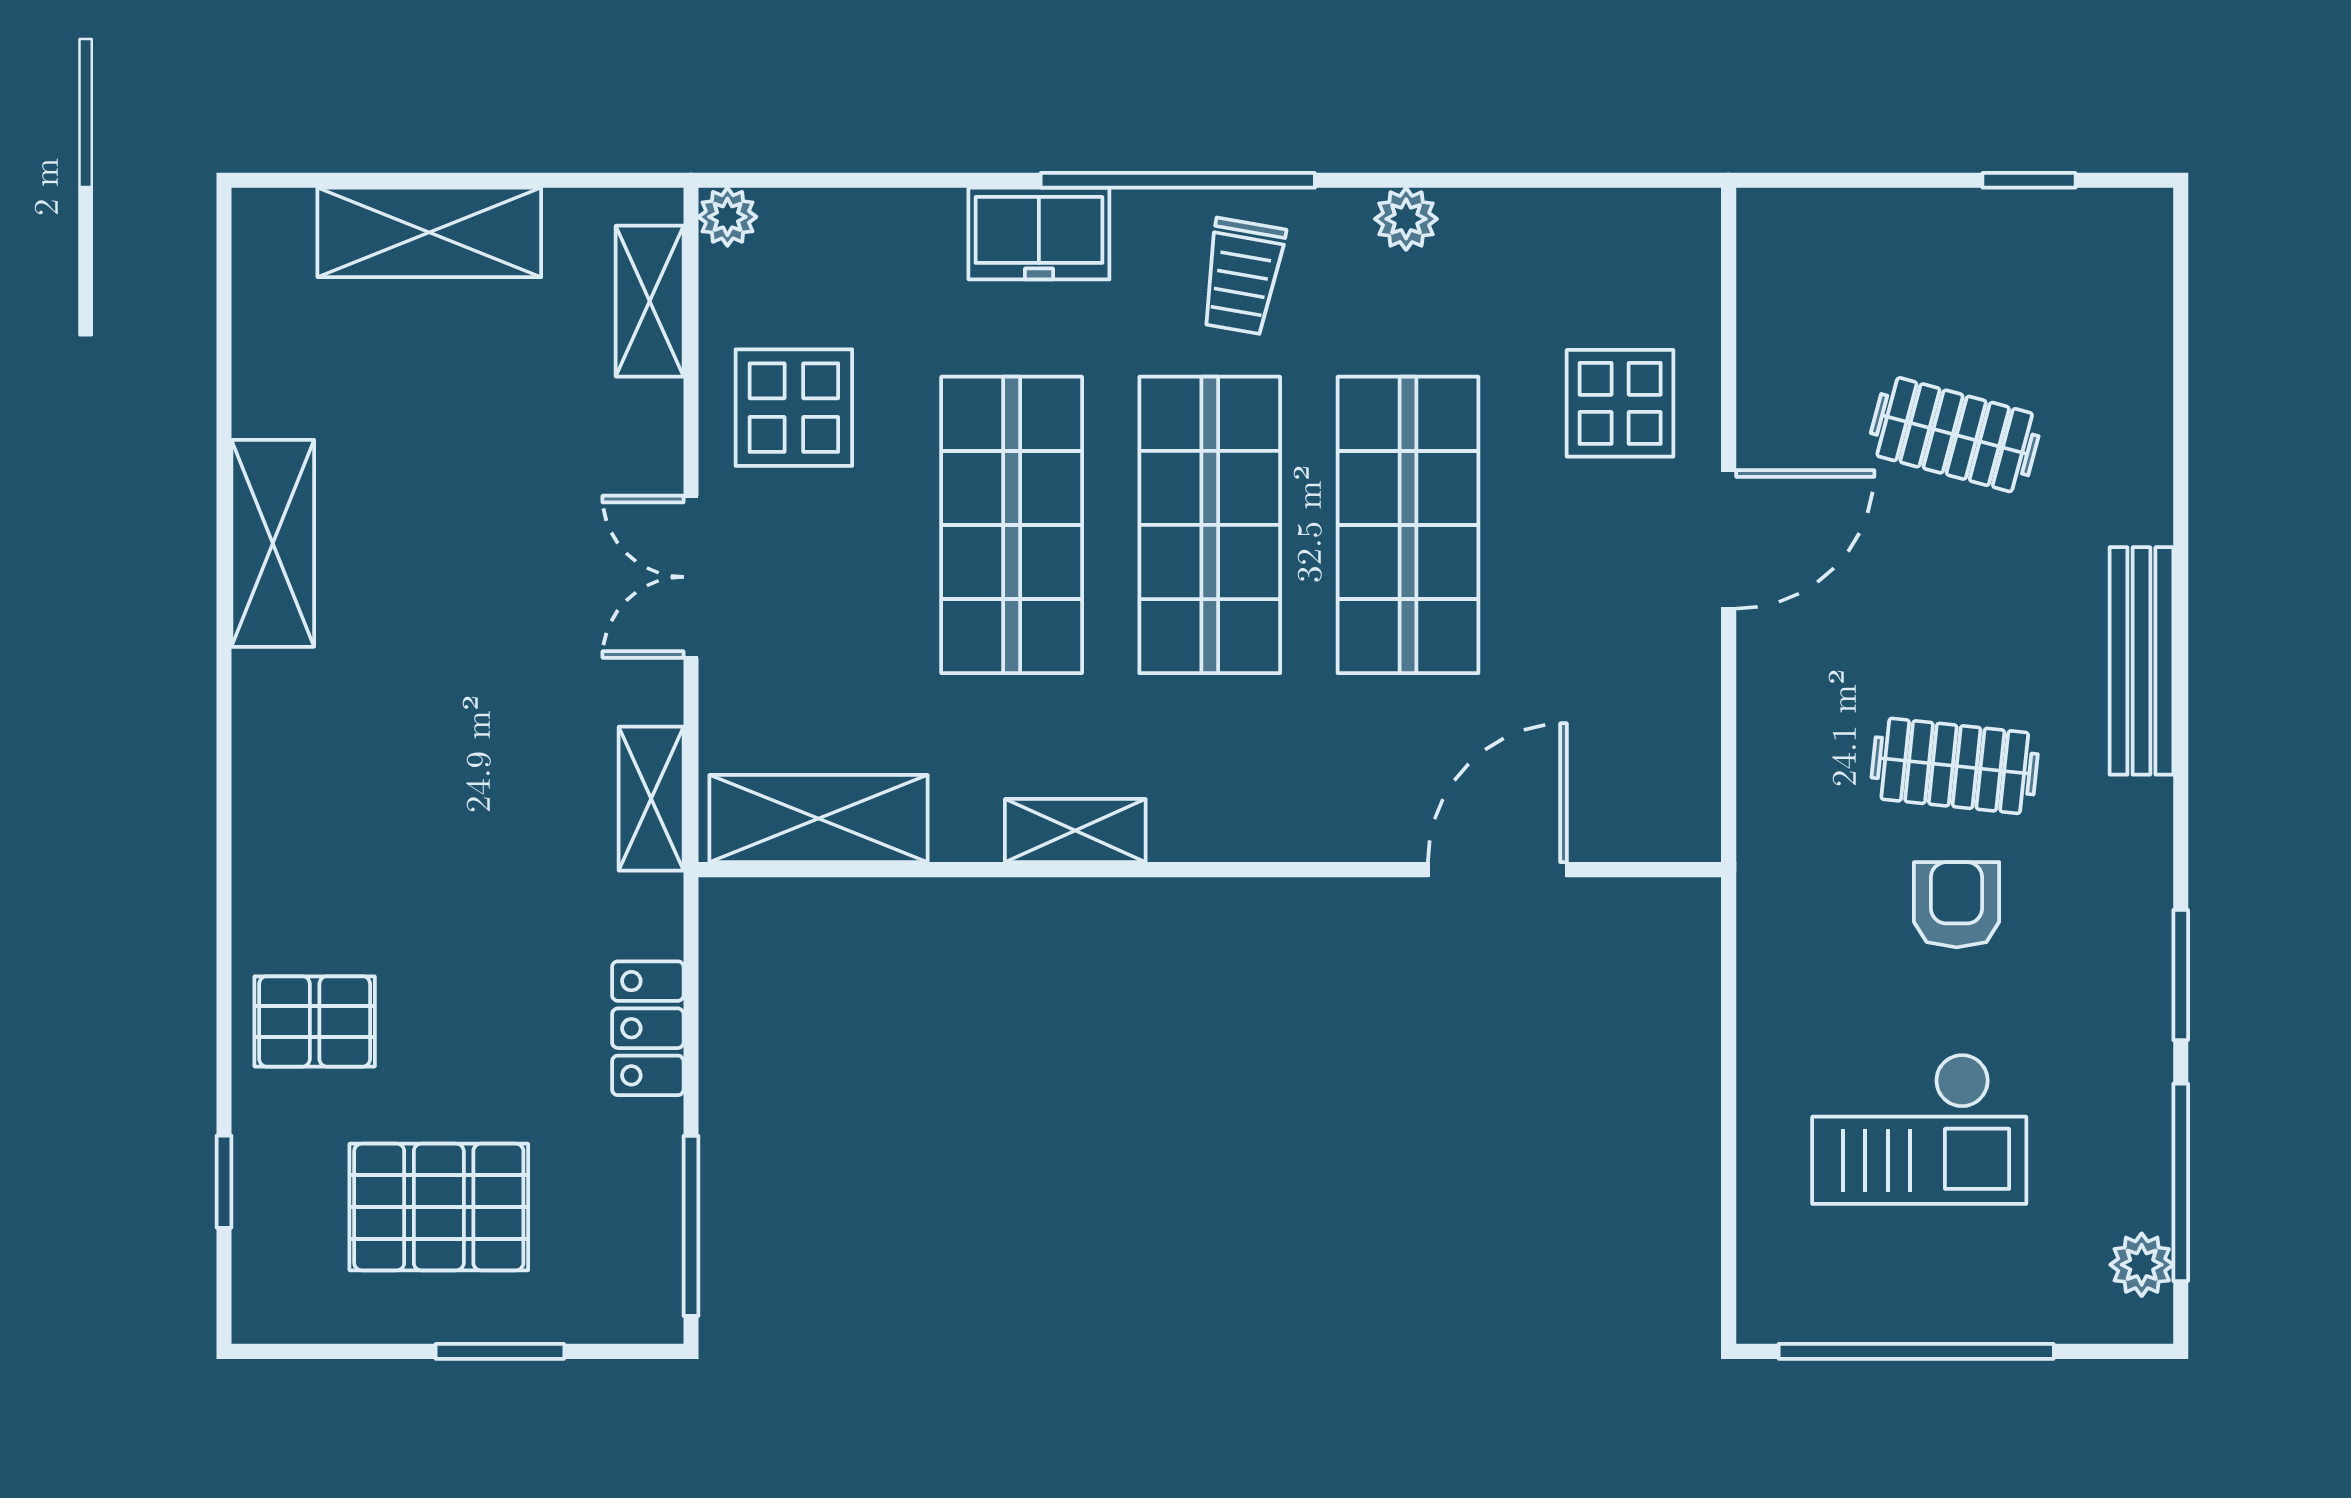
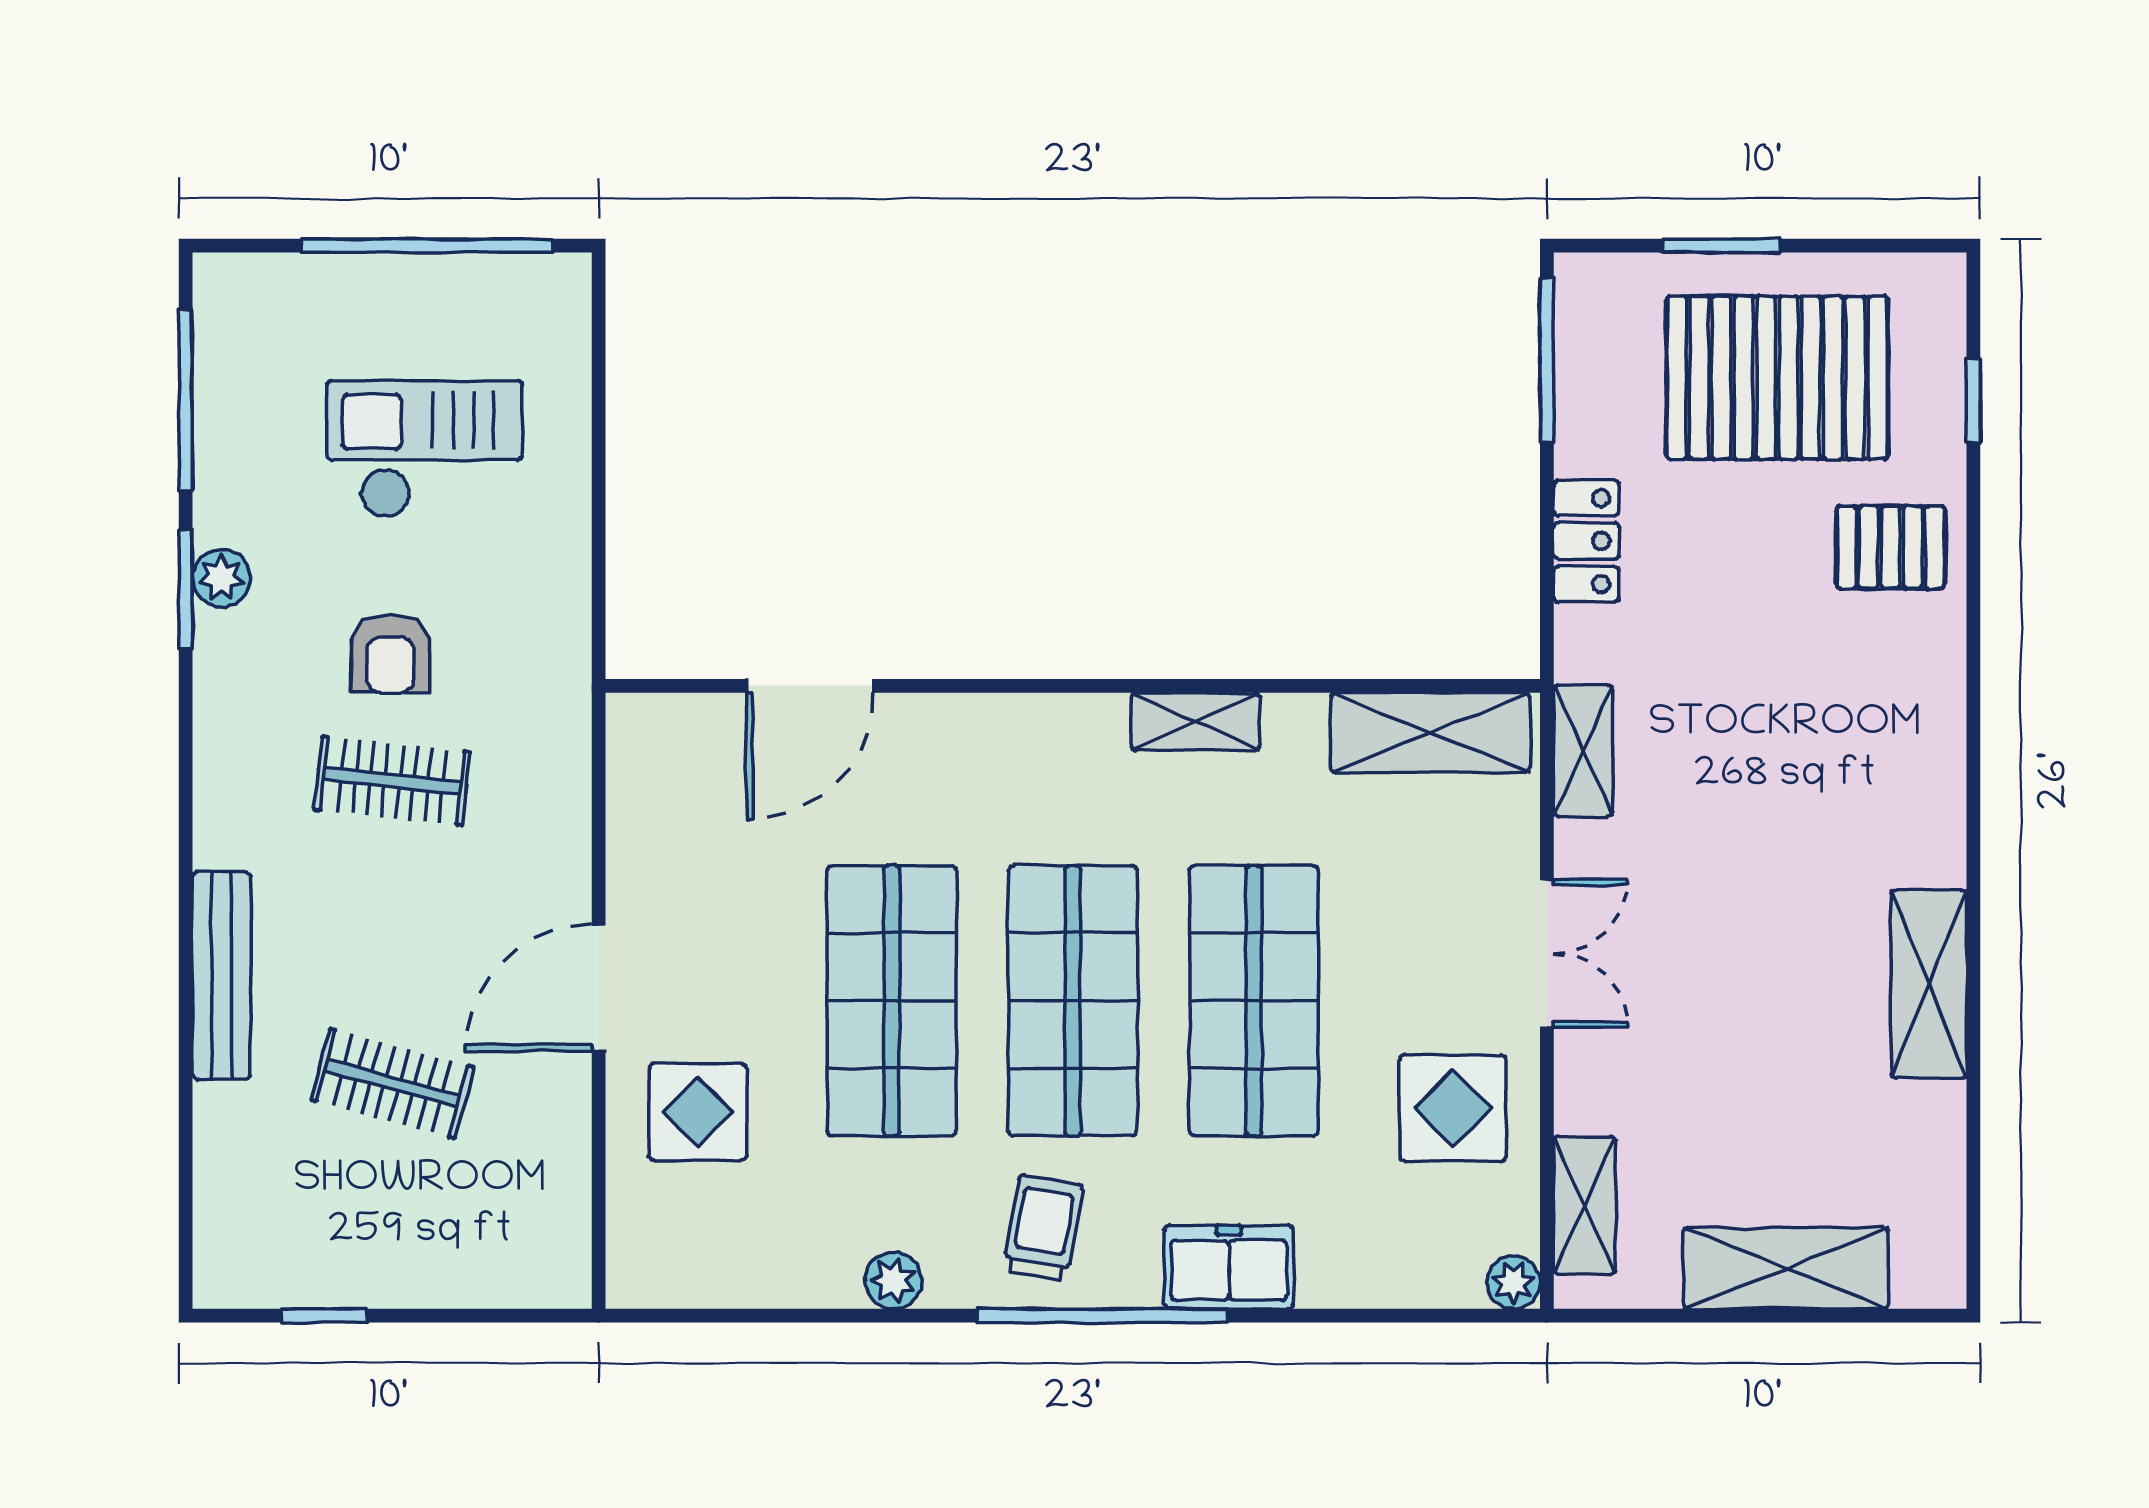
bench: (2141, 661) -> (221, 976), moved
pallet: (439, 1207) -> (1777, 378), width x1.37, depth x1.41
plant: (2142, 1265) -> (221, 578), moved

